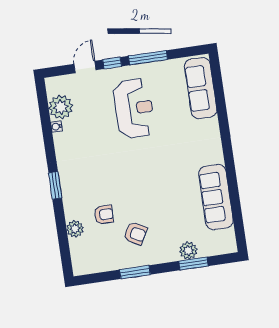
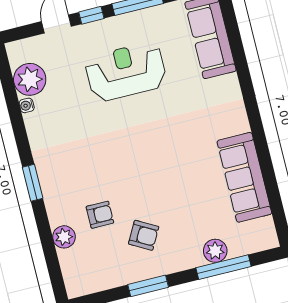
reception desk: (134, 108) -> (126, 72), turned -90
window: (193, 263) -> (224, 267), width x1.44

